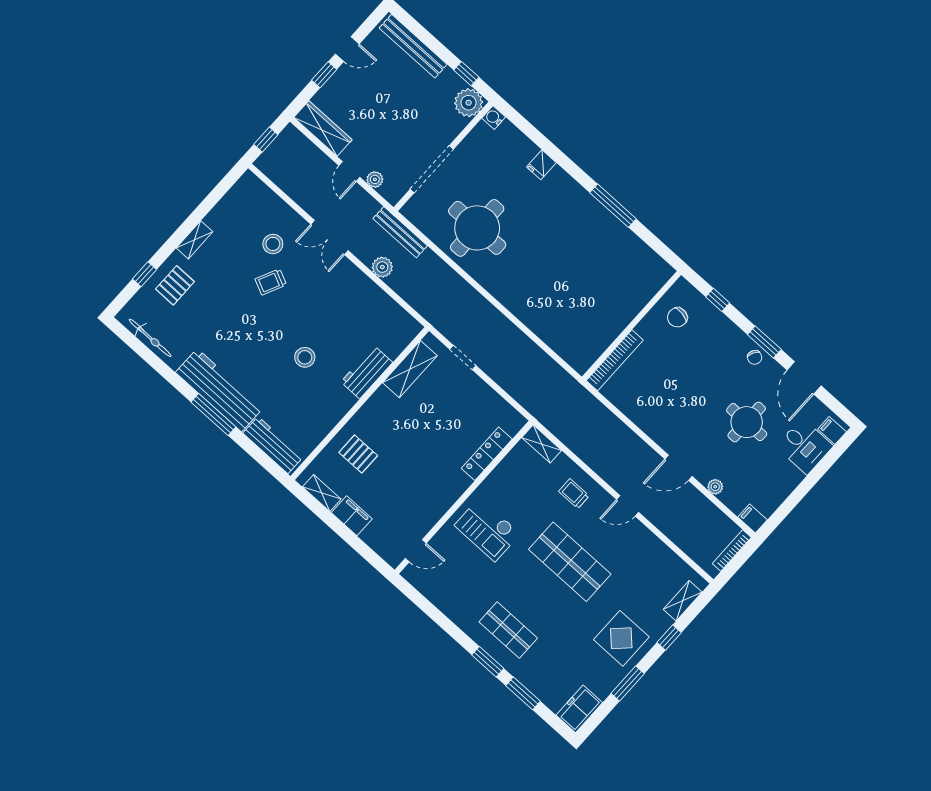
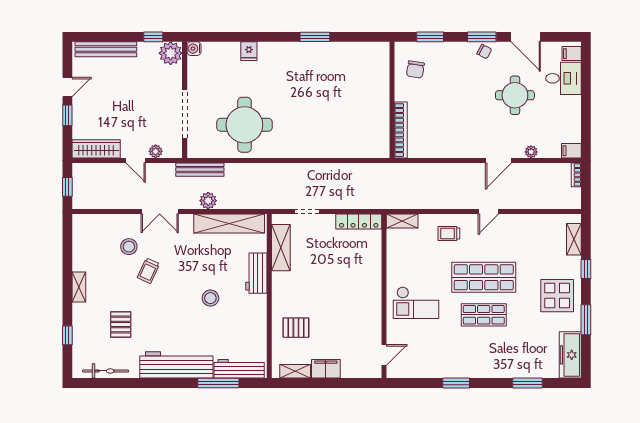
window: (613, 206) -> (315, 37), width x0.69
pallet: (175, 285) -> (121, 324), moved
window: (718, 300) -> (430, 37), width x1.50
shelving: (383, 305) -> (229, 224), added
window: (213, 415) -> (218, 383), moved
locker: (487, 454) -> (359, 221), moved, turned -90
bookcase: (732, 550) -> (576, 175), width x0.64
shop shelf: (508, 630) -> (484, 315), moved
window: (488, 662) -> (456, 383), moved
freezer: (579, 709) -> (570, 355), width x1.40

